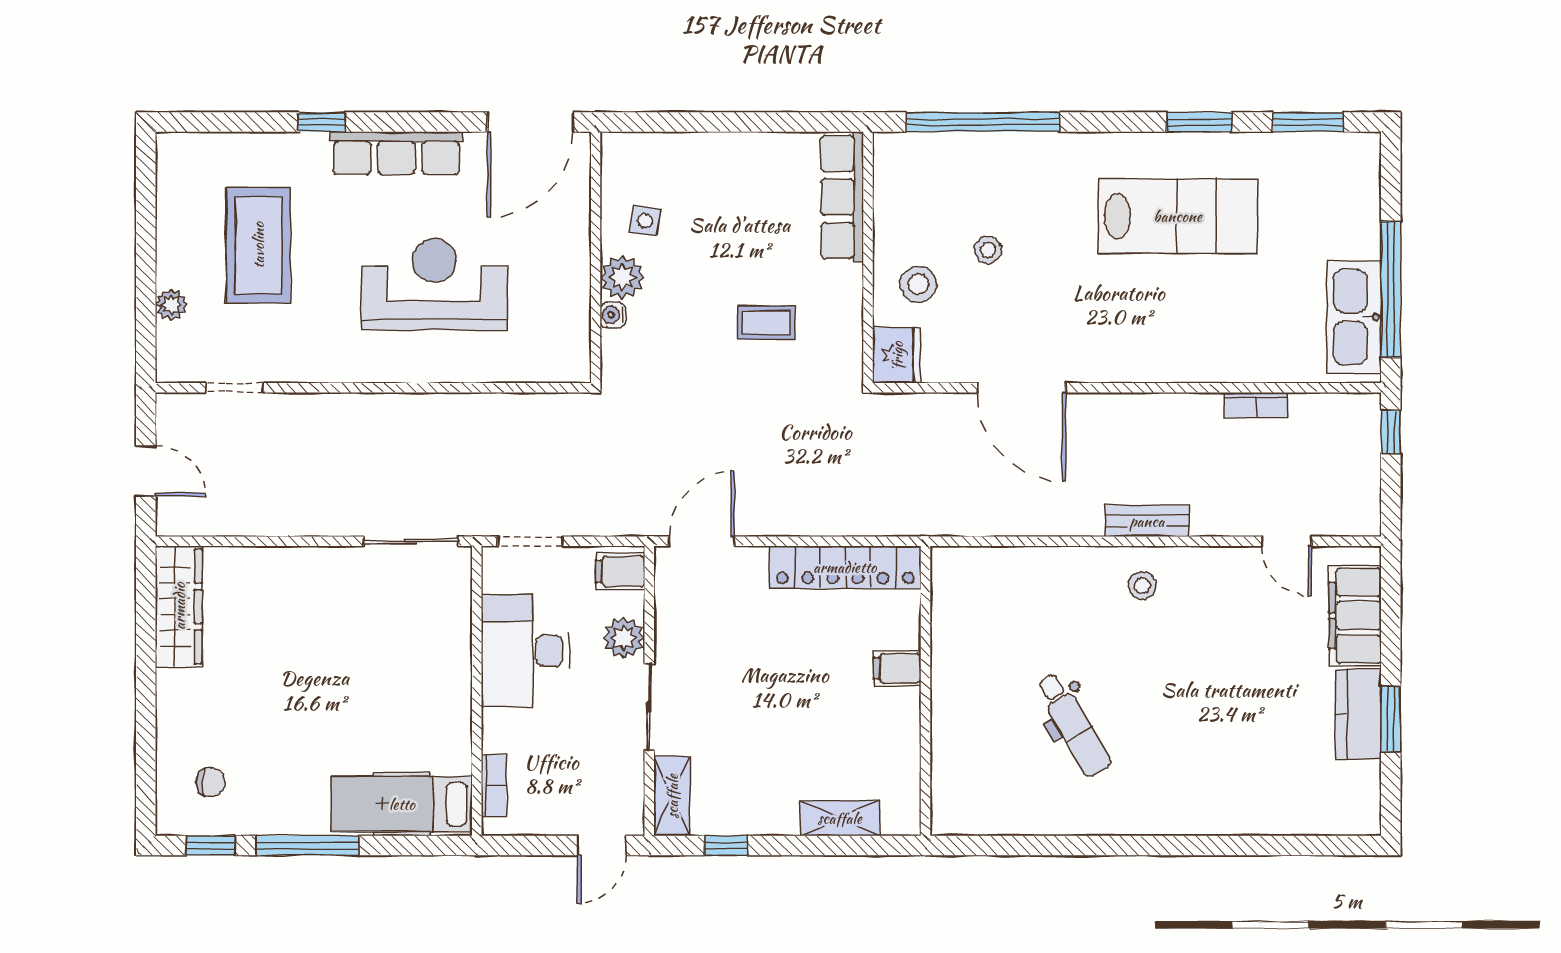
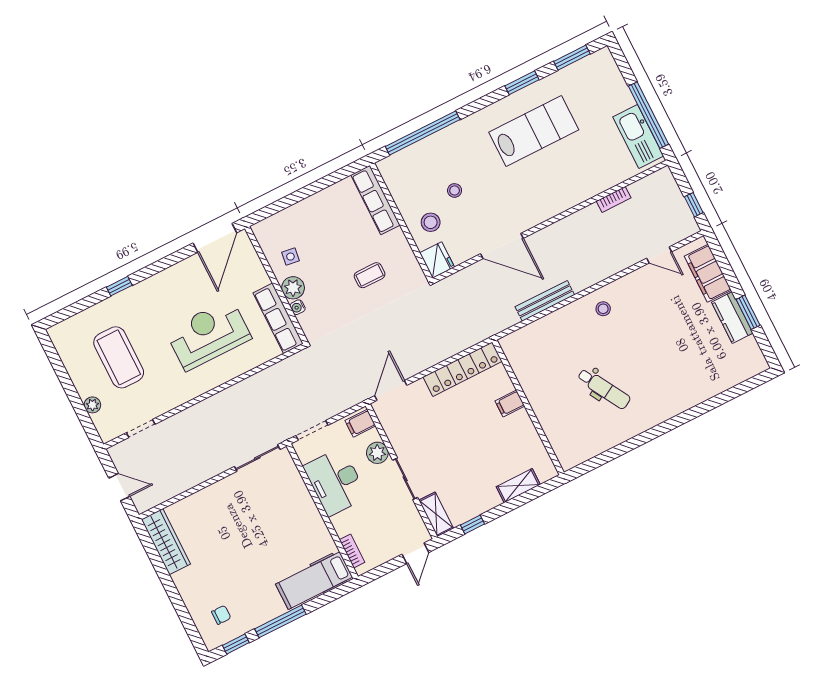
row of seats: (396, 153) -> (278, 318), moved, turned 90
window: (1391, 432) -> (694, 205), moved
bench: (1147, 521) -> (545, 301), moved, width x1.36

